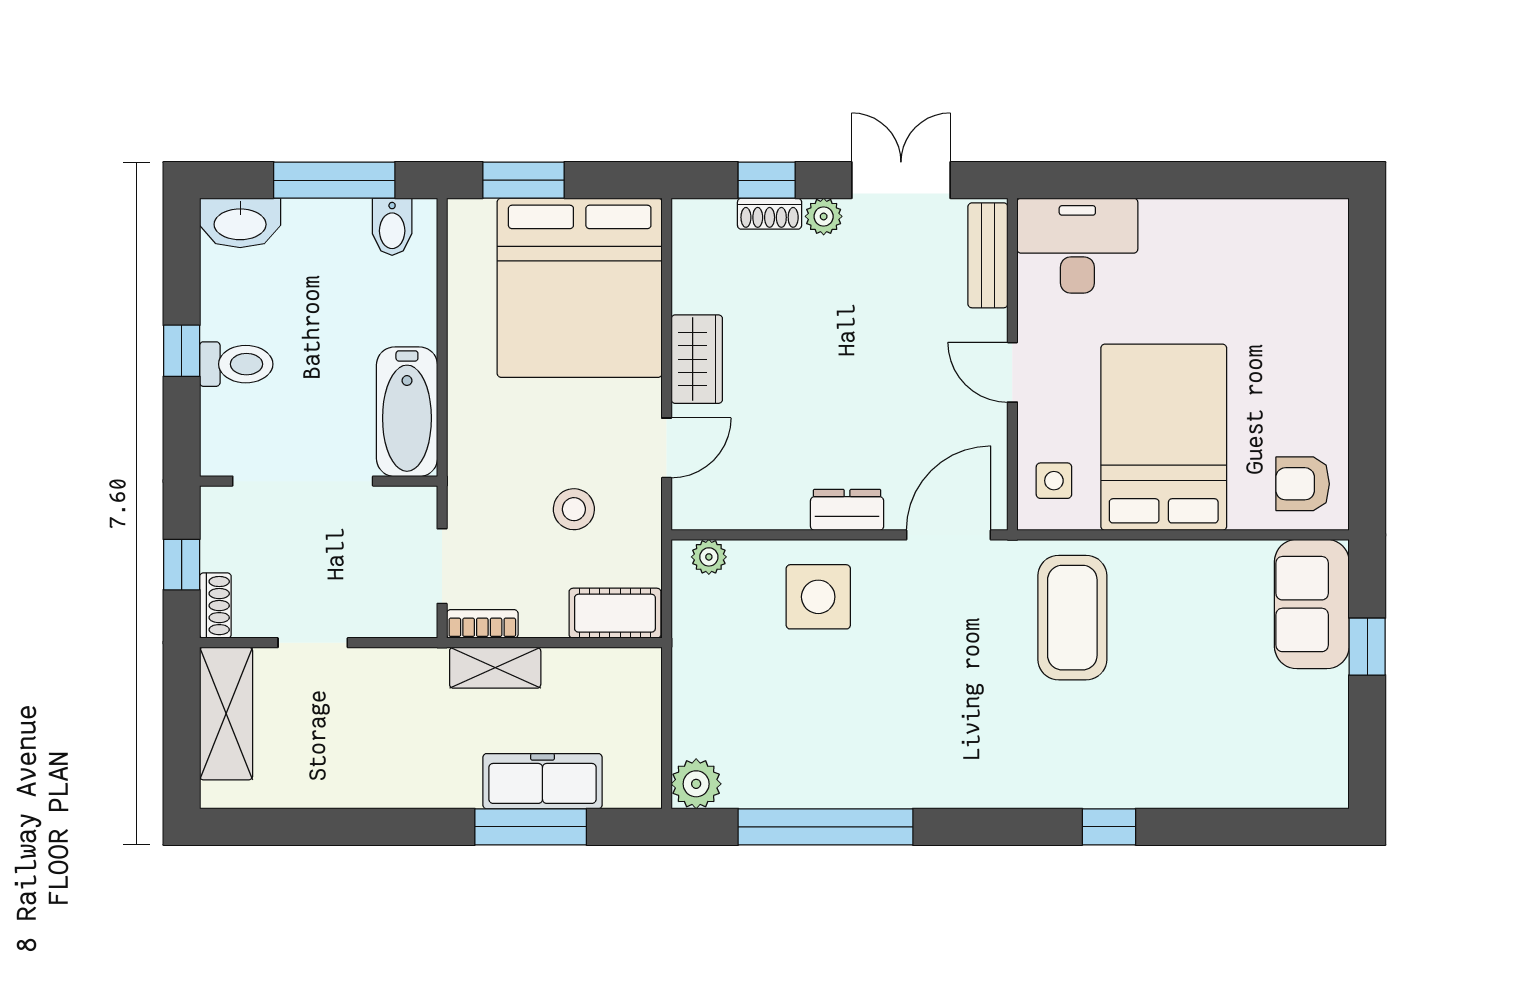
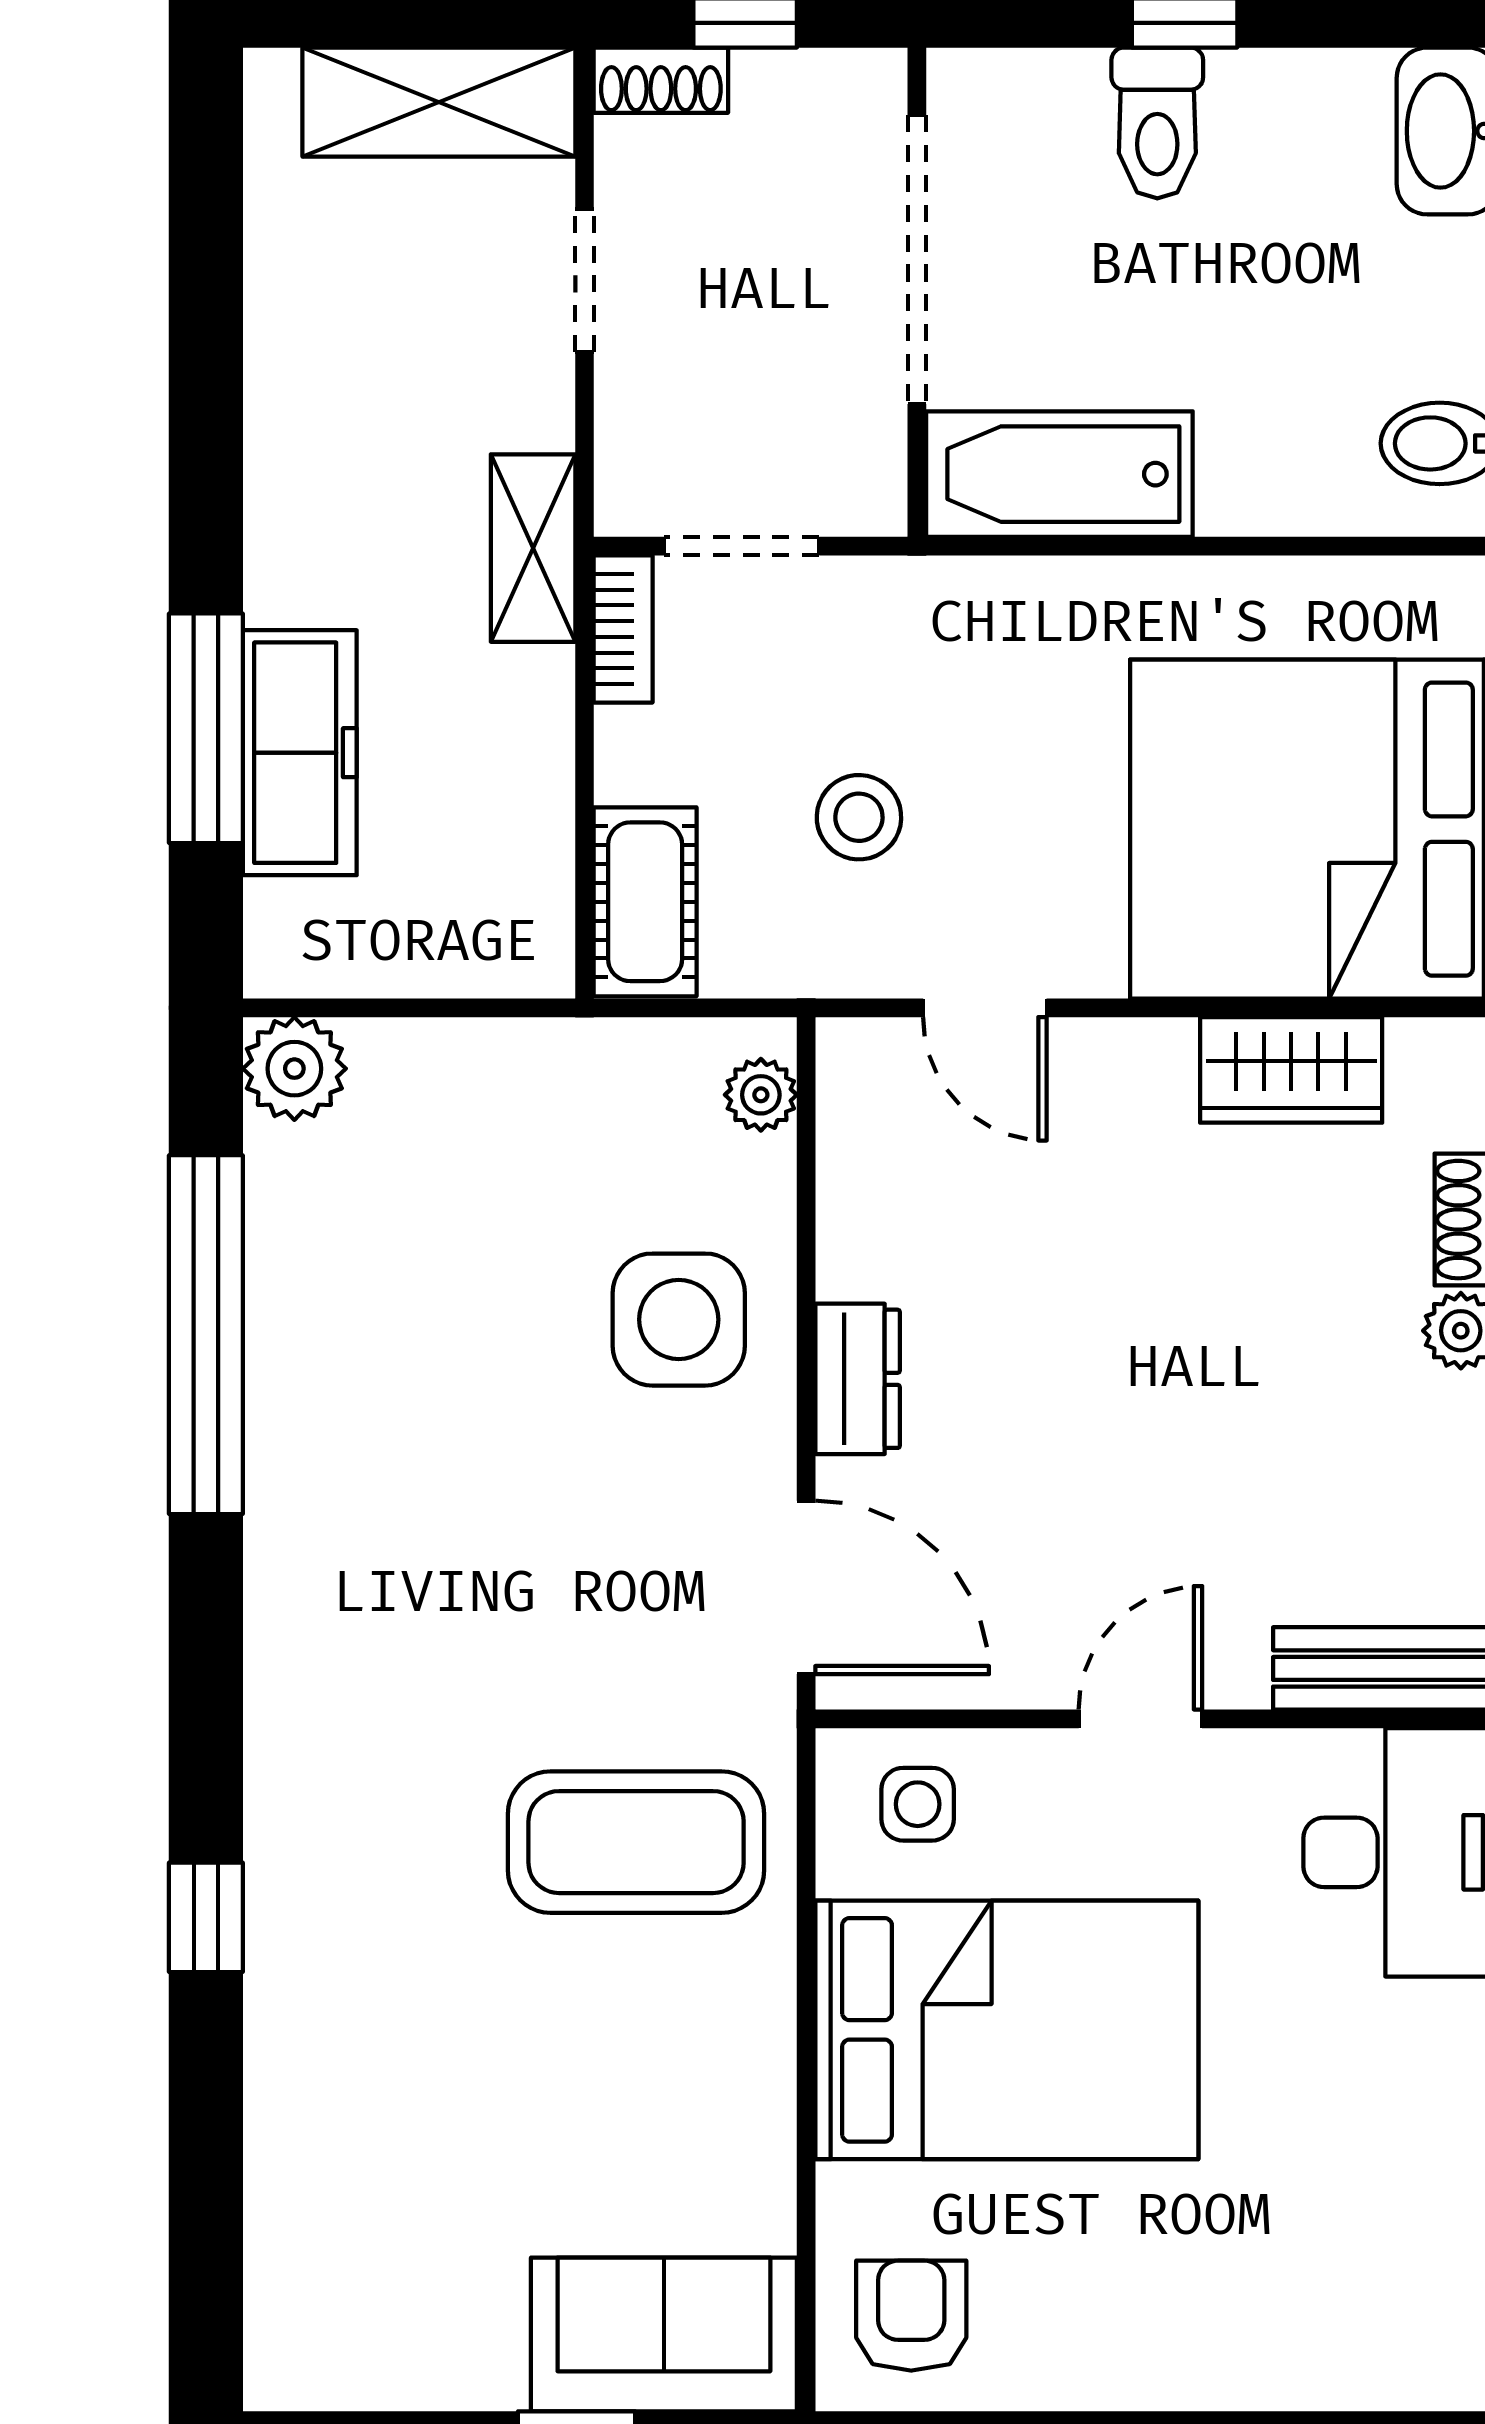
wardrobe: (697, 359) -> (1291, 1070), moved
shelving: (495, 668) -> (533, 548), moved

